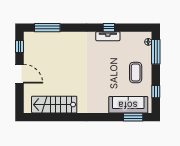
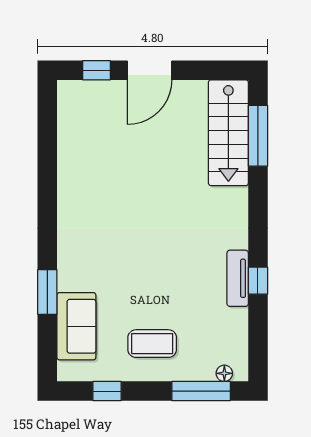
window: (20, 46) -> (97, 70), moved
stairs: (54, 105) -> (228, 133), moved, turned 180
sofa: (128, 105) -> (76, 326), width x0.73
window: (133, 117) -> (47, 292), moved

